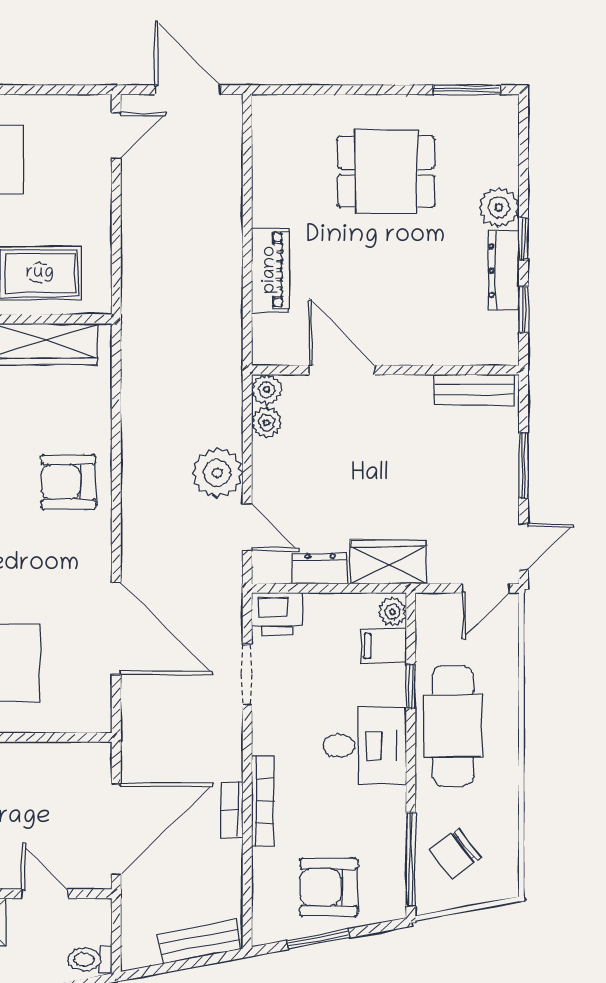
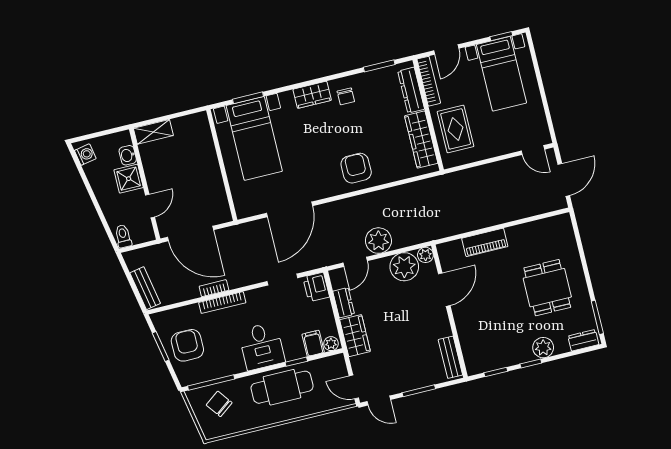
dresser: (504, 271) -> (583, 340), moved, width x0.70
plant: (266, 423) -> (404, 267), width x1.88, depth x1.88

